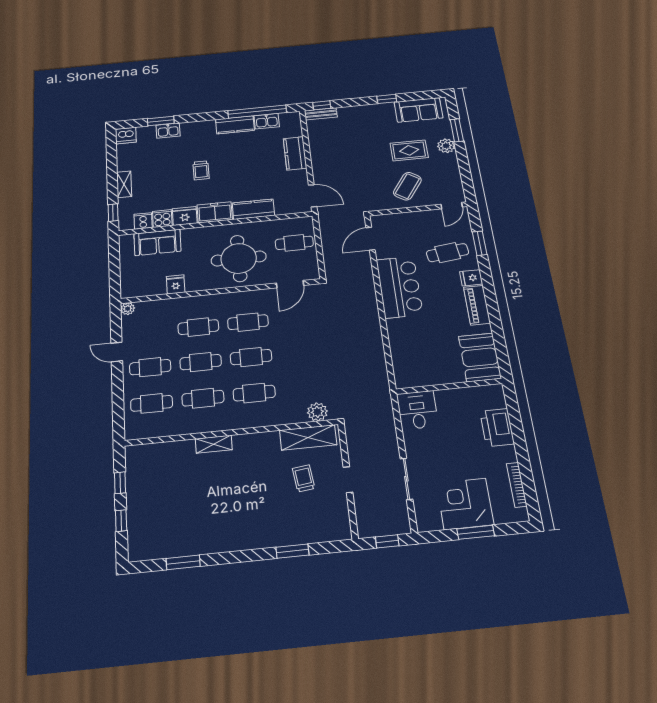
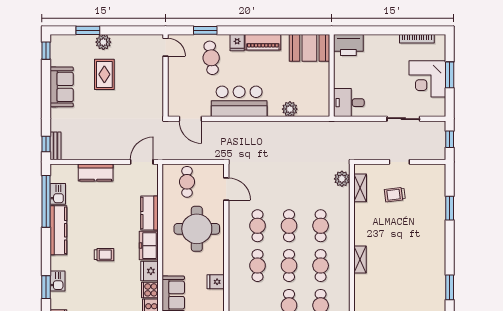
window: (387, 99) -> (46, 51), moved
sofa: (418, 110) -> (62, 87), moved
kitchen counter: (235, 125) -> (58, 230), width x1.50
coffee table: (407, 186) -> (141, 81), removed
plant: (399, 343) -> (290, 109), added
printer: (497, 428) -> (348, 45), moved
shelving: (308, 437) -> (360, 188), width x0.67, depth x0.75

